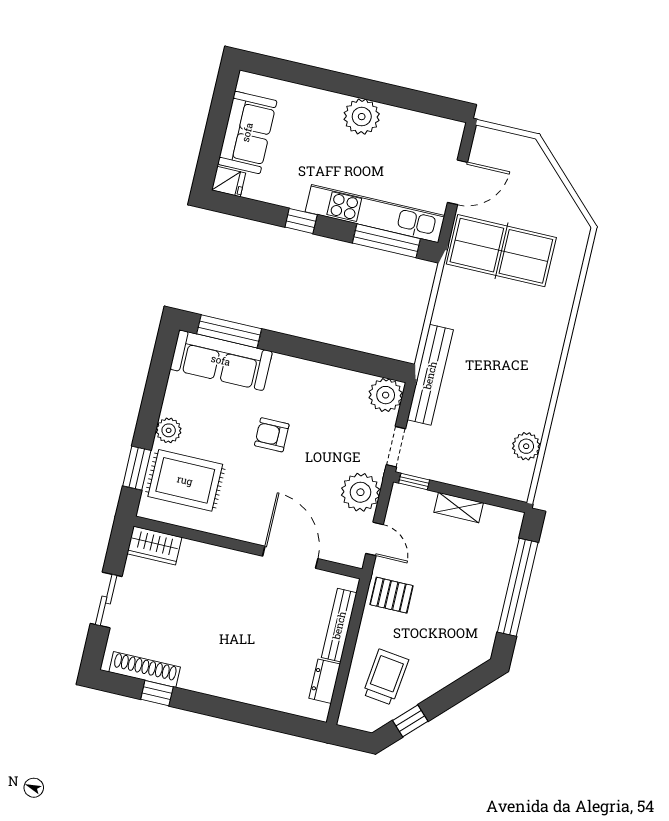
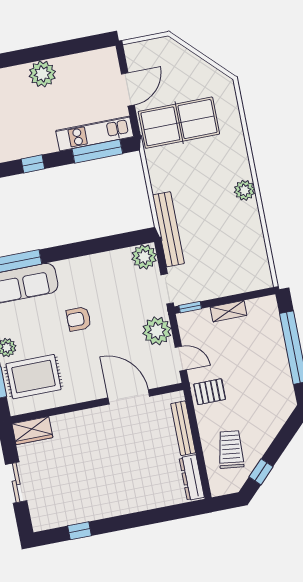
kitchen unit: (375, 214) -> (95, 134), width x0.73
plant: (526, 446) -> (244, 190), moved
shoe rack: (145, 670) -> (64, 518), removed
dresser: (325, 681) -> (192, 478), width x1.44

